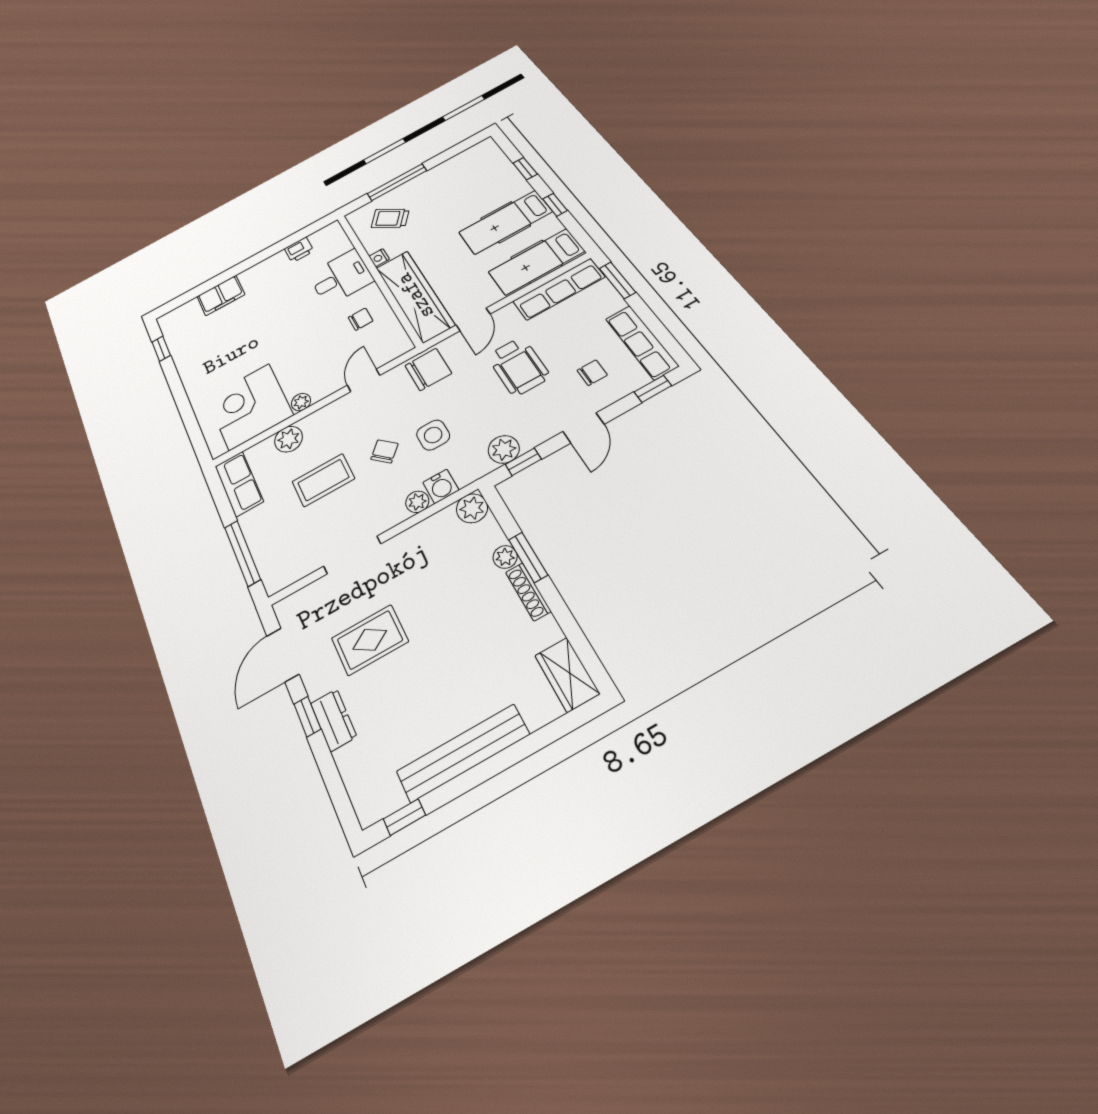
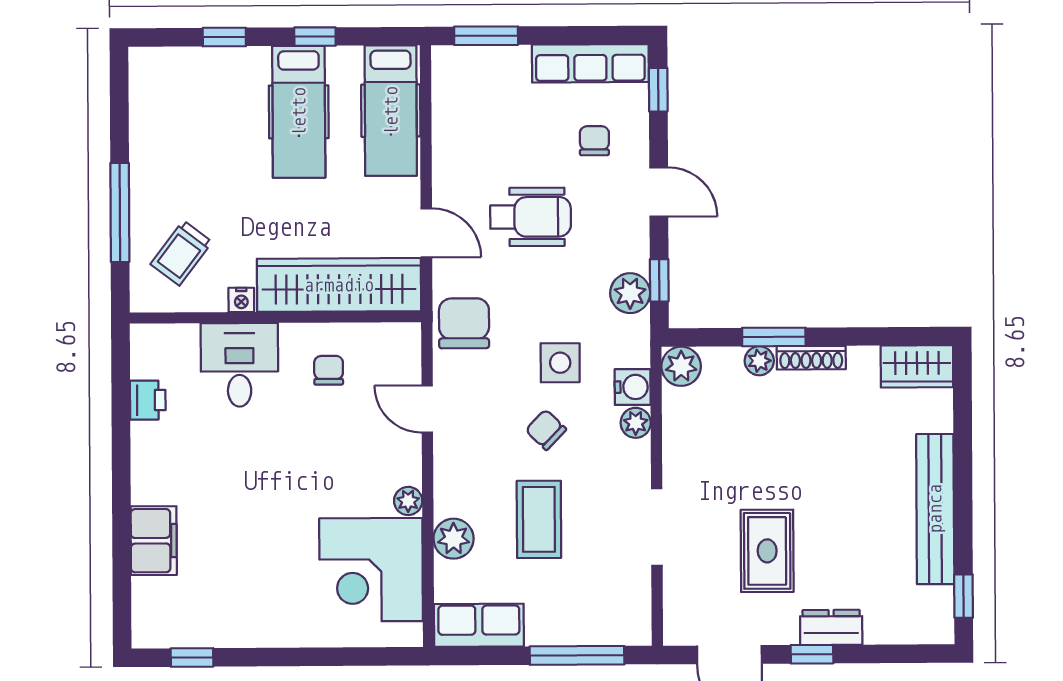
row of seats: (559, 289) -> (452, 109), removed

